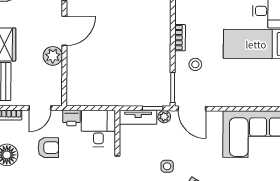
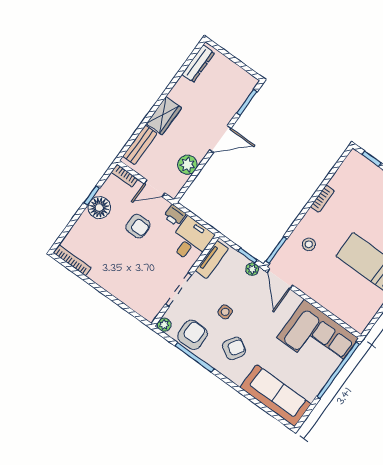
bookcase: (180, 38) -> (322, 199), moved
plant: (53, 56) -> (187, 165), moved
tv unit: (138, 117) -> (212, 260), moved, turned -90

